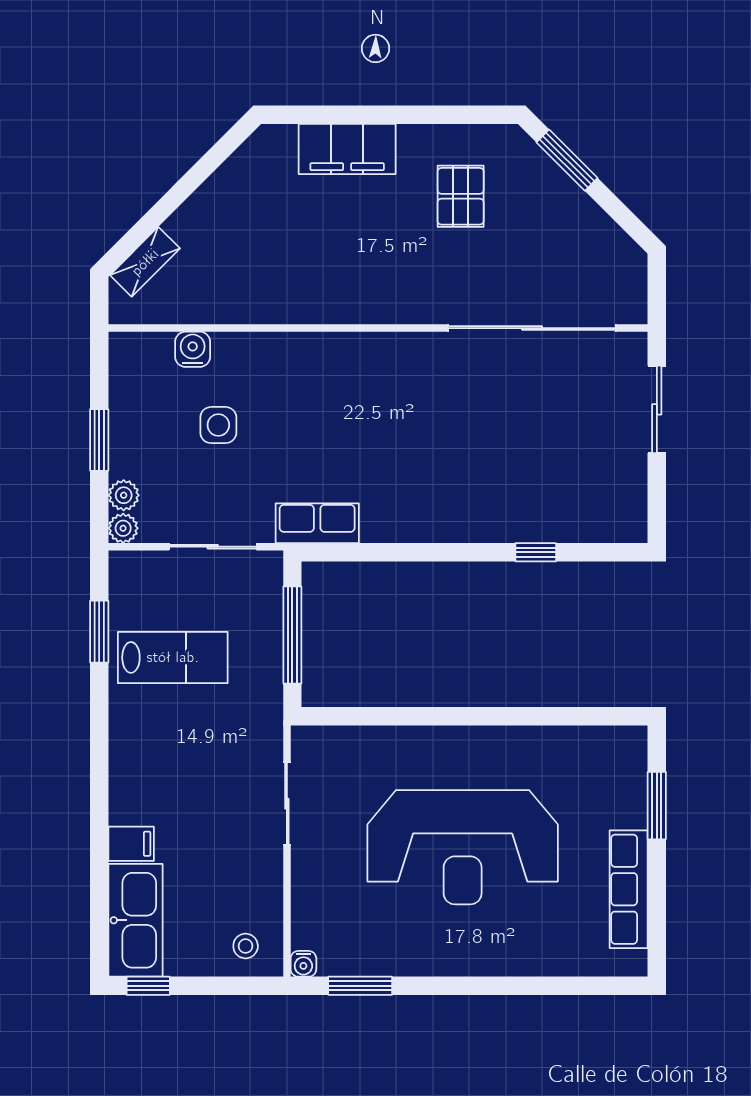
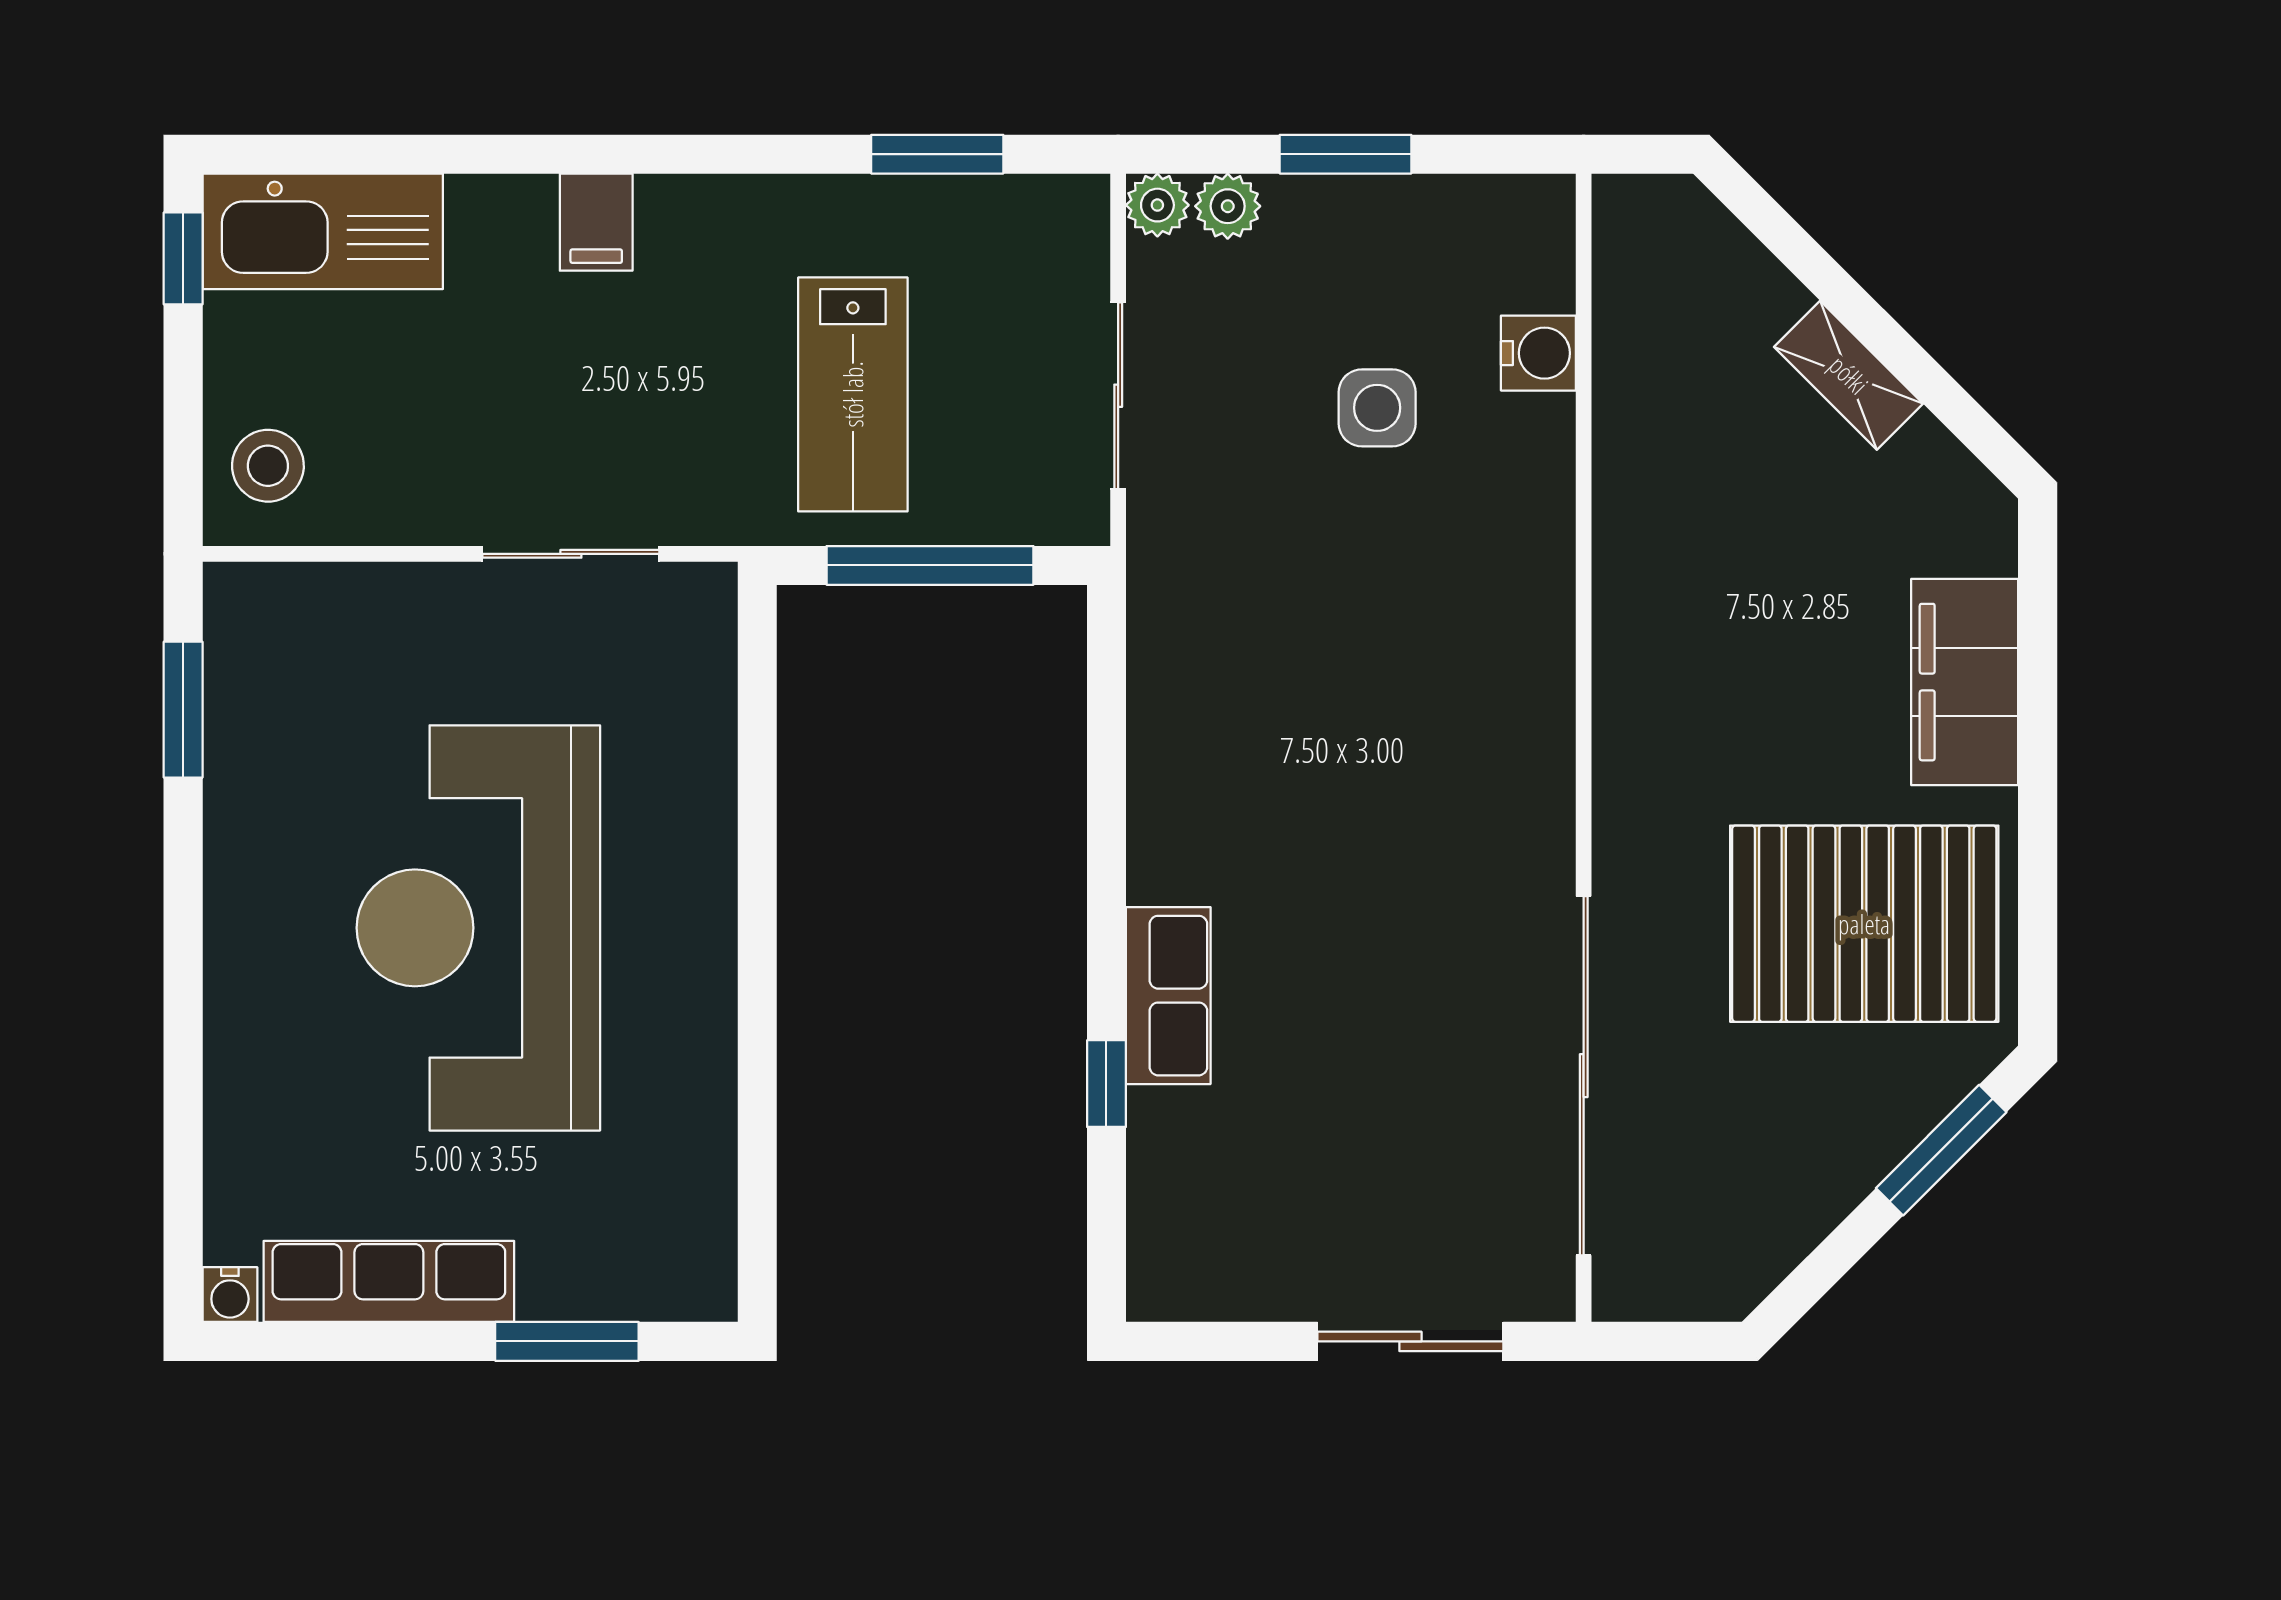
pallet: (461, 196) -> (1864, 924), width x2.05, depth x2.00
shelving: (145, 262) -> (1849, 375), moved
row of seats: (317, 523) -> (1168, 996), moved
lab bench: (173, 657) -> (853, 394), moved
filing cabinet: (131, 844) -> (596, 222), moved
stool: (246, 946) -> (268, 466), width x1.37, depth x1.37
water cooler: (303, 964) -> (230, 1295), moved, turned -90

